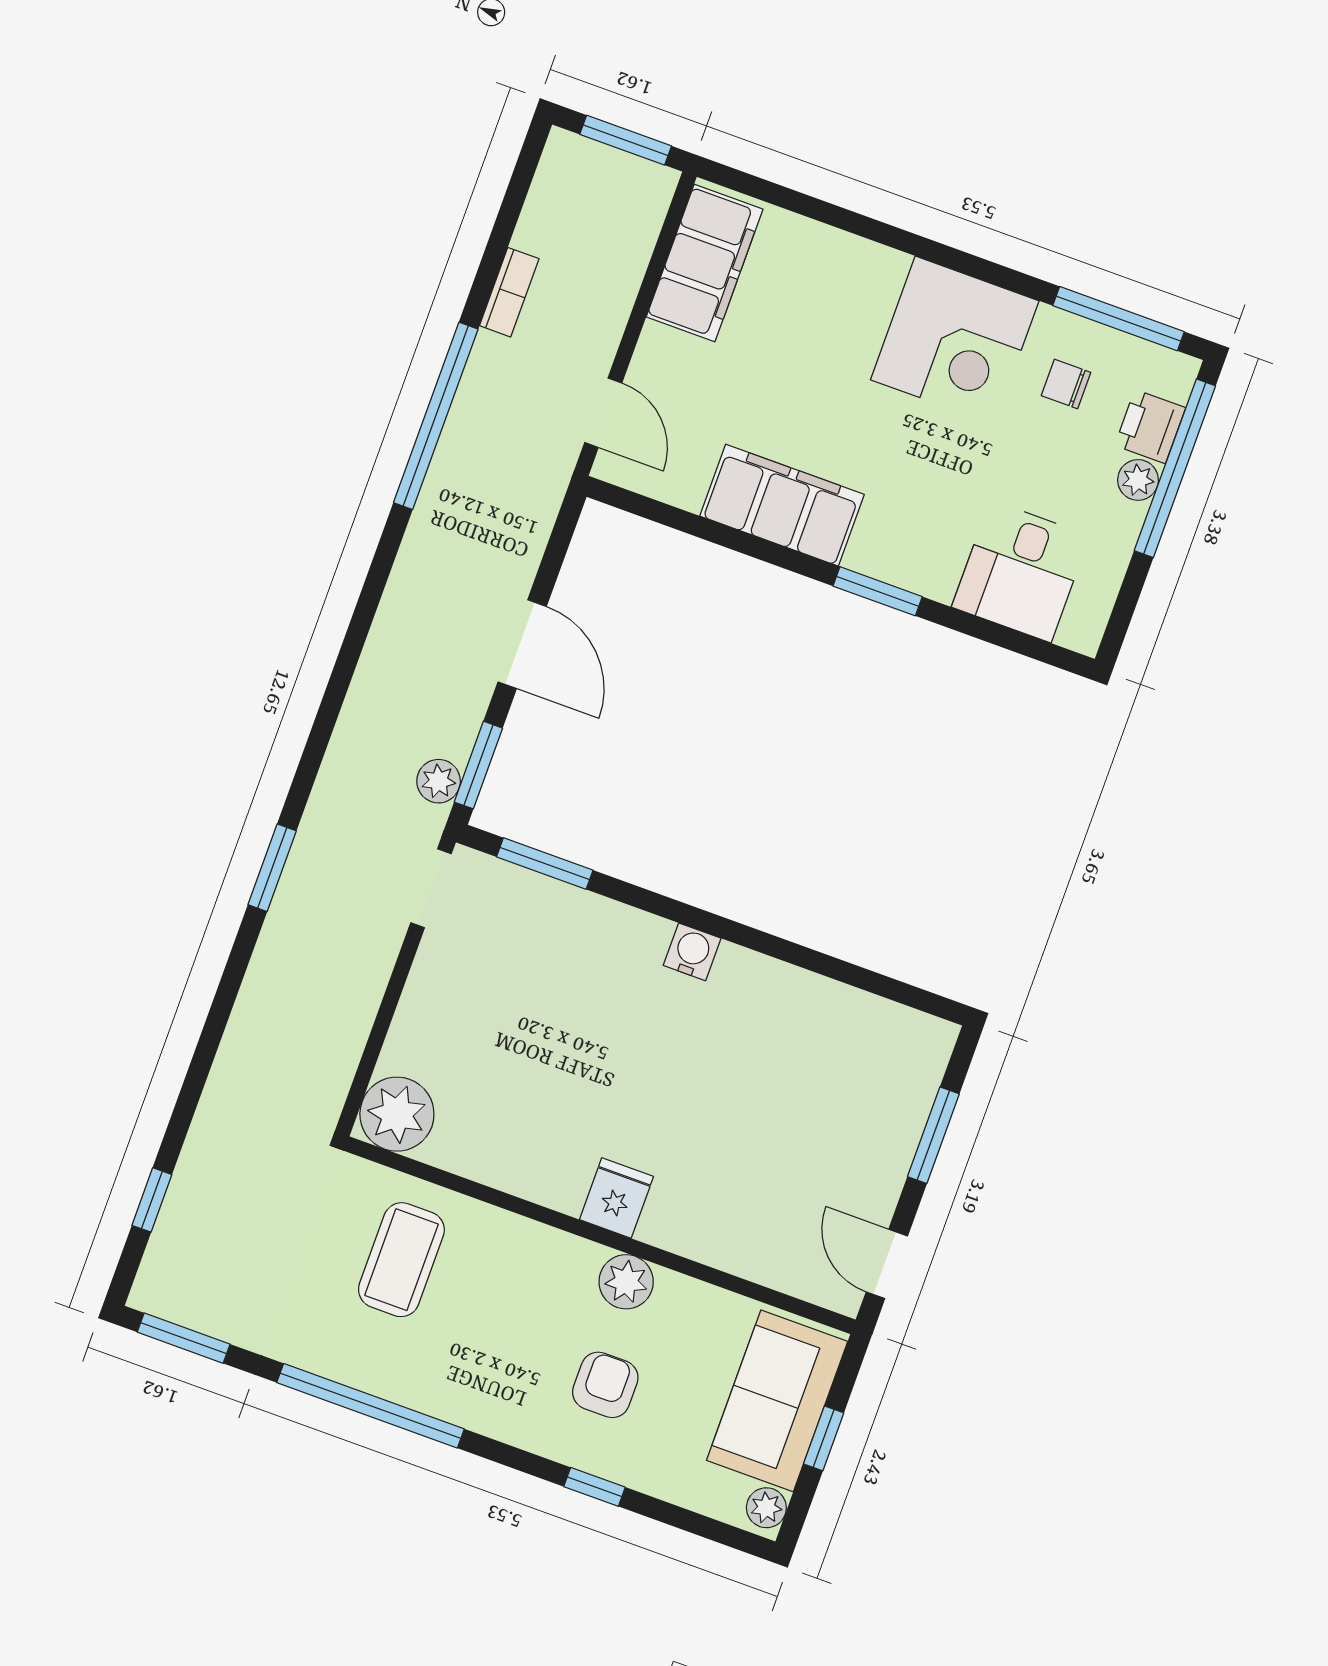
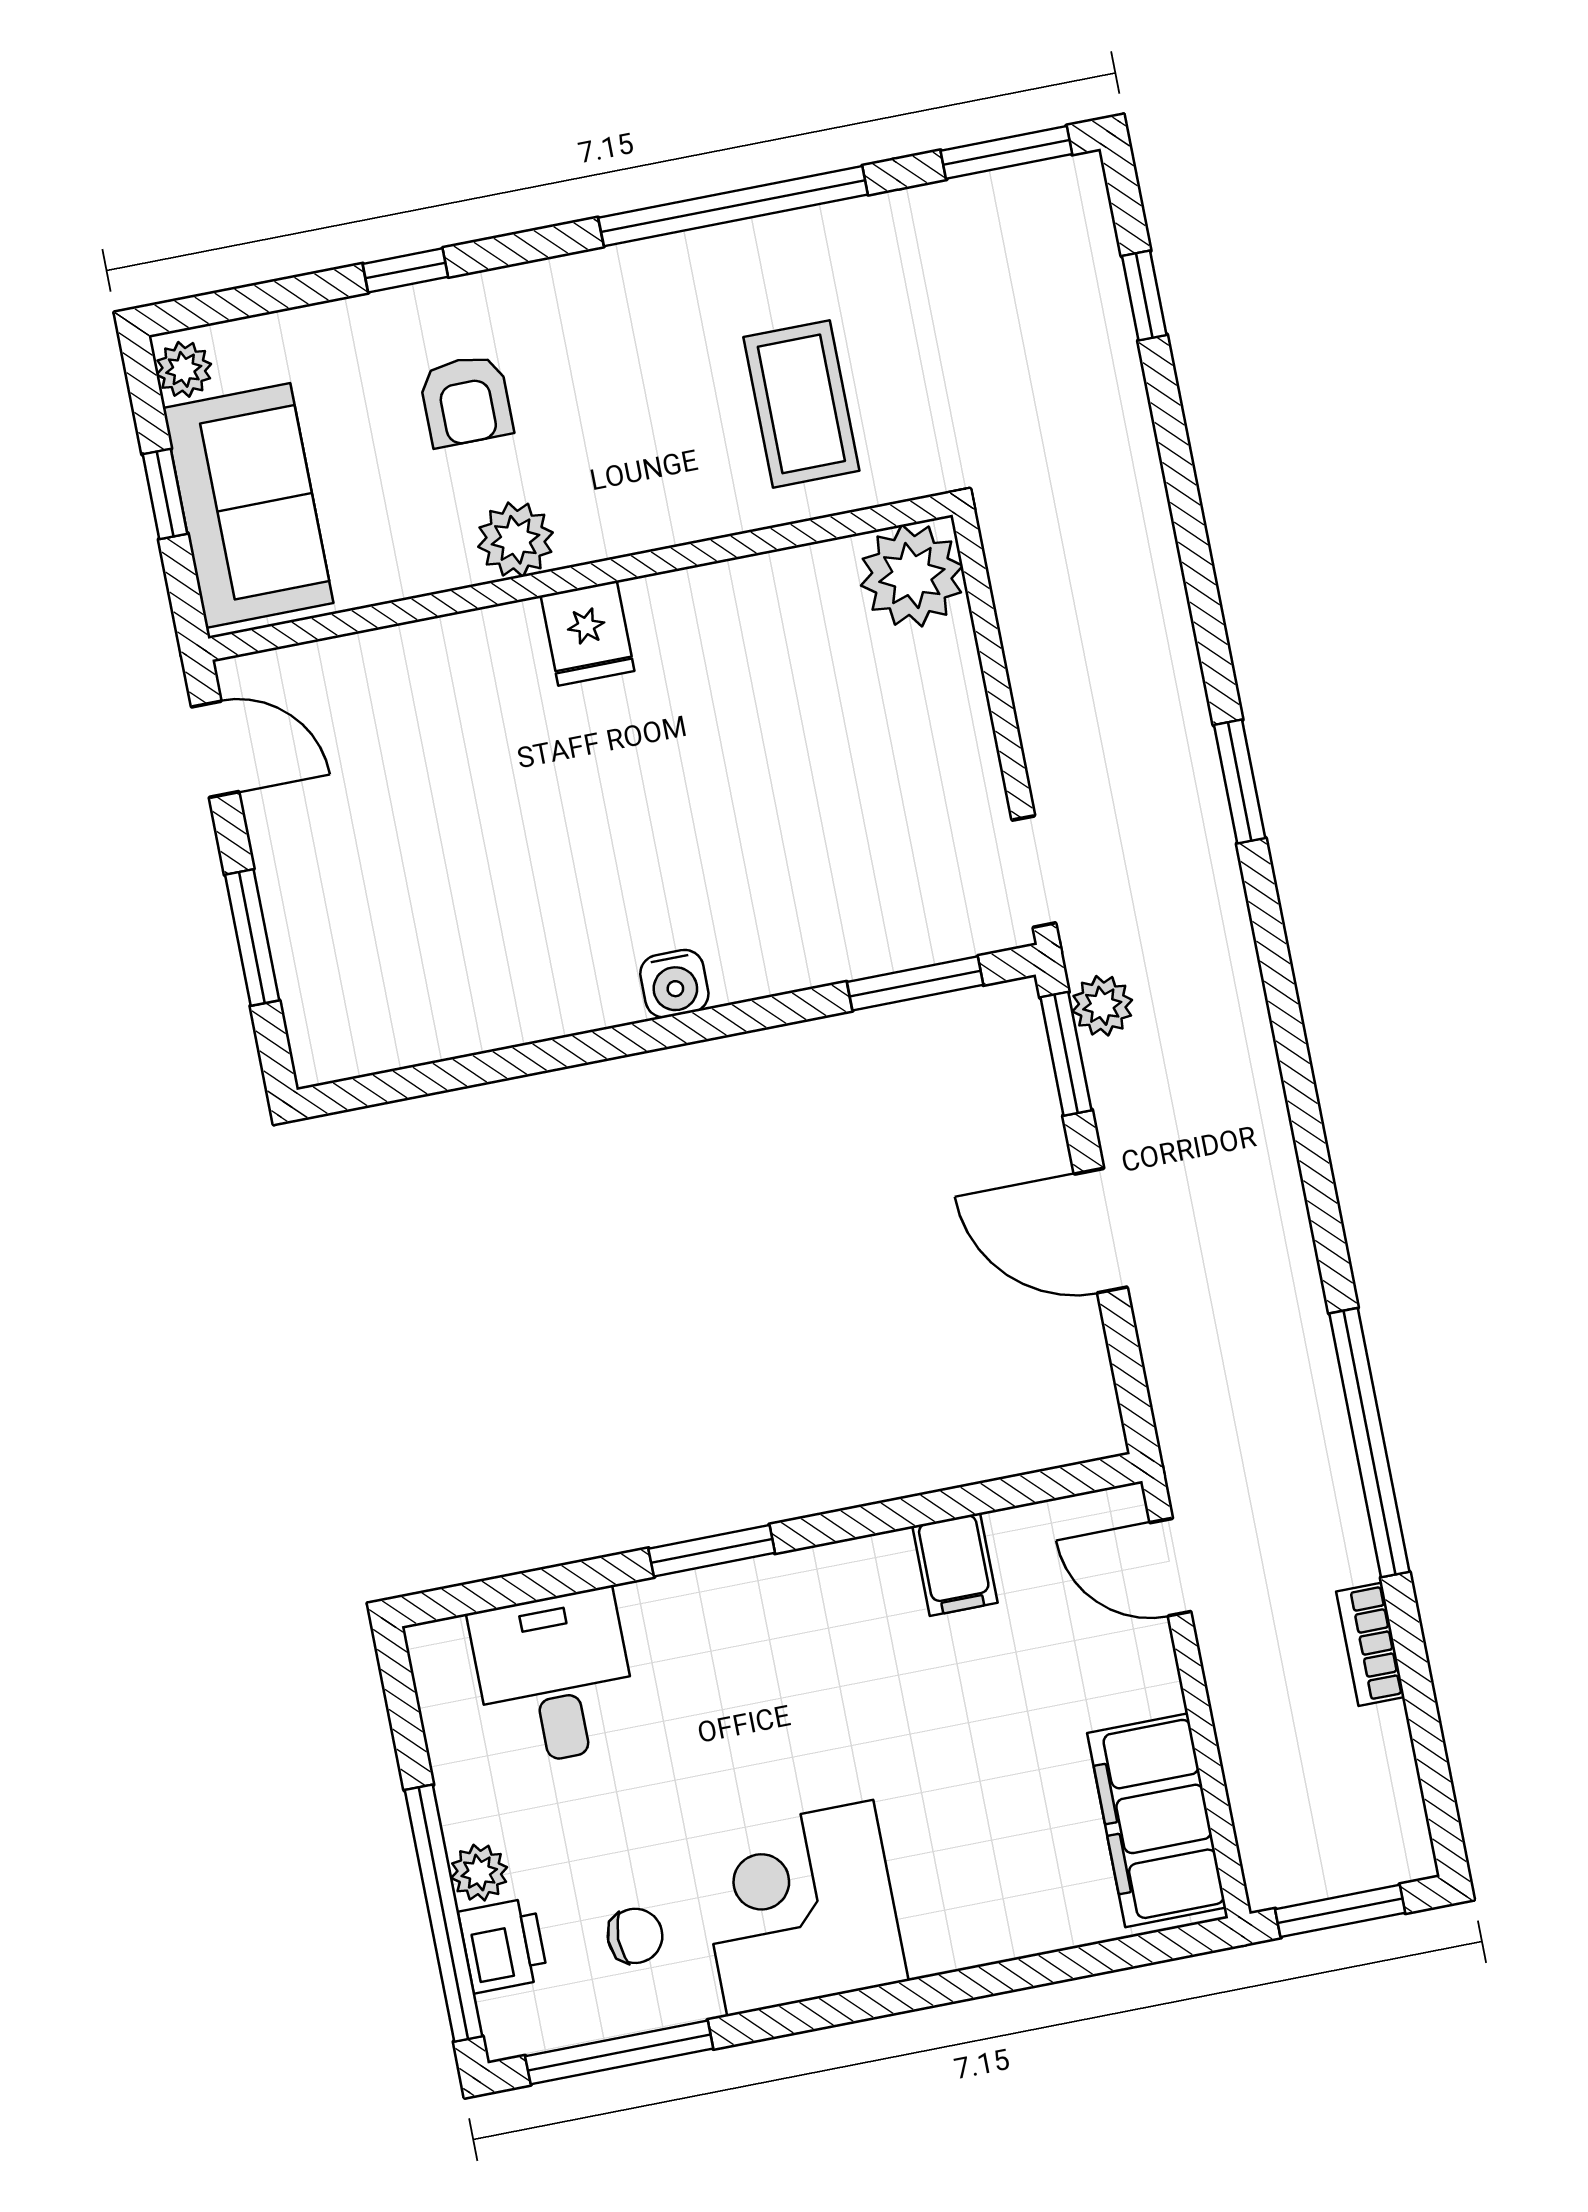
filing cabinet: (782, 505) -> (955, 1564), width x0.33, depth x0.86

